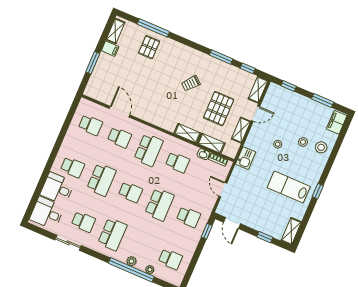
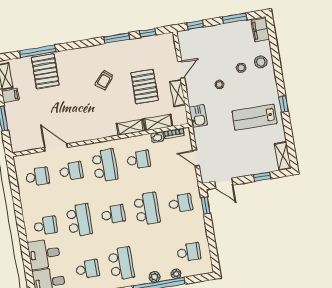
pallet: (149, 47) -> (45, 71), width x1.50, depth x1.42
shelving: (258, 90) -> (169, 46), removed

